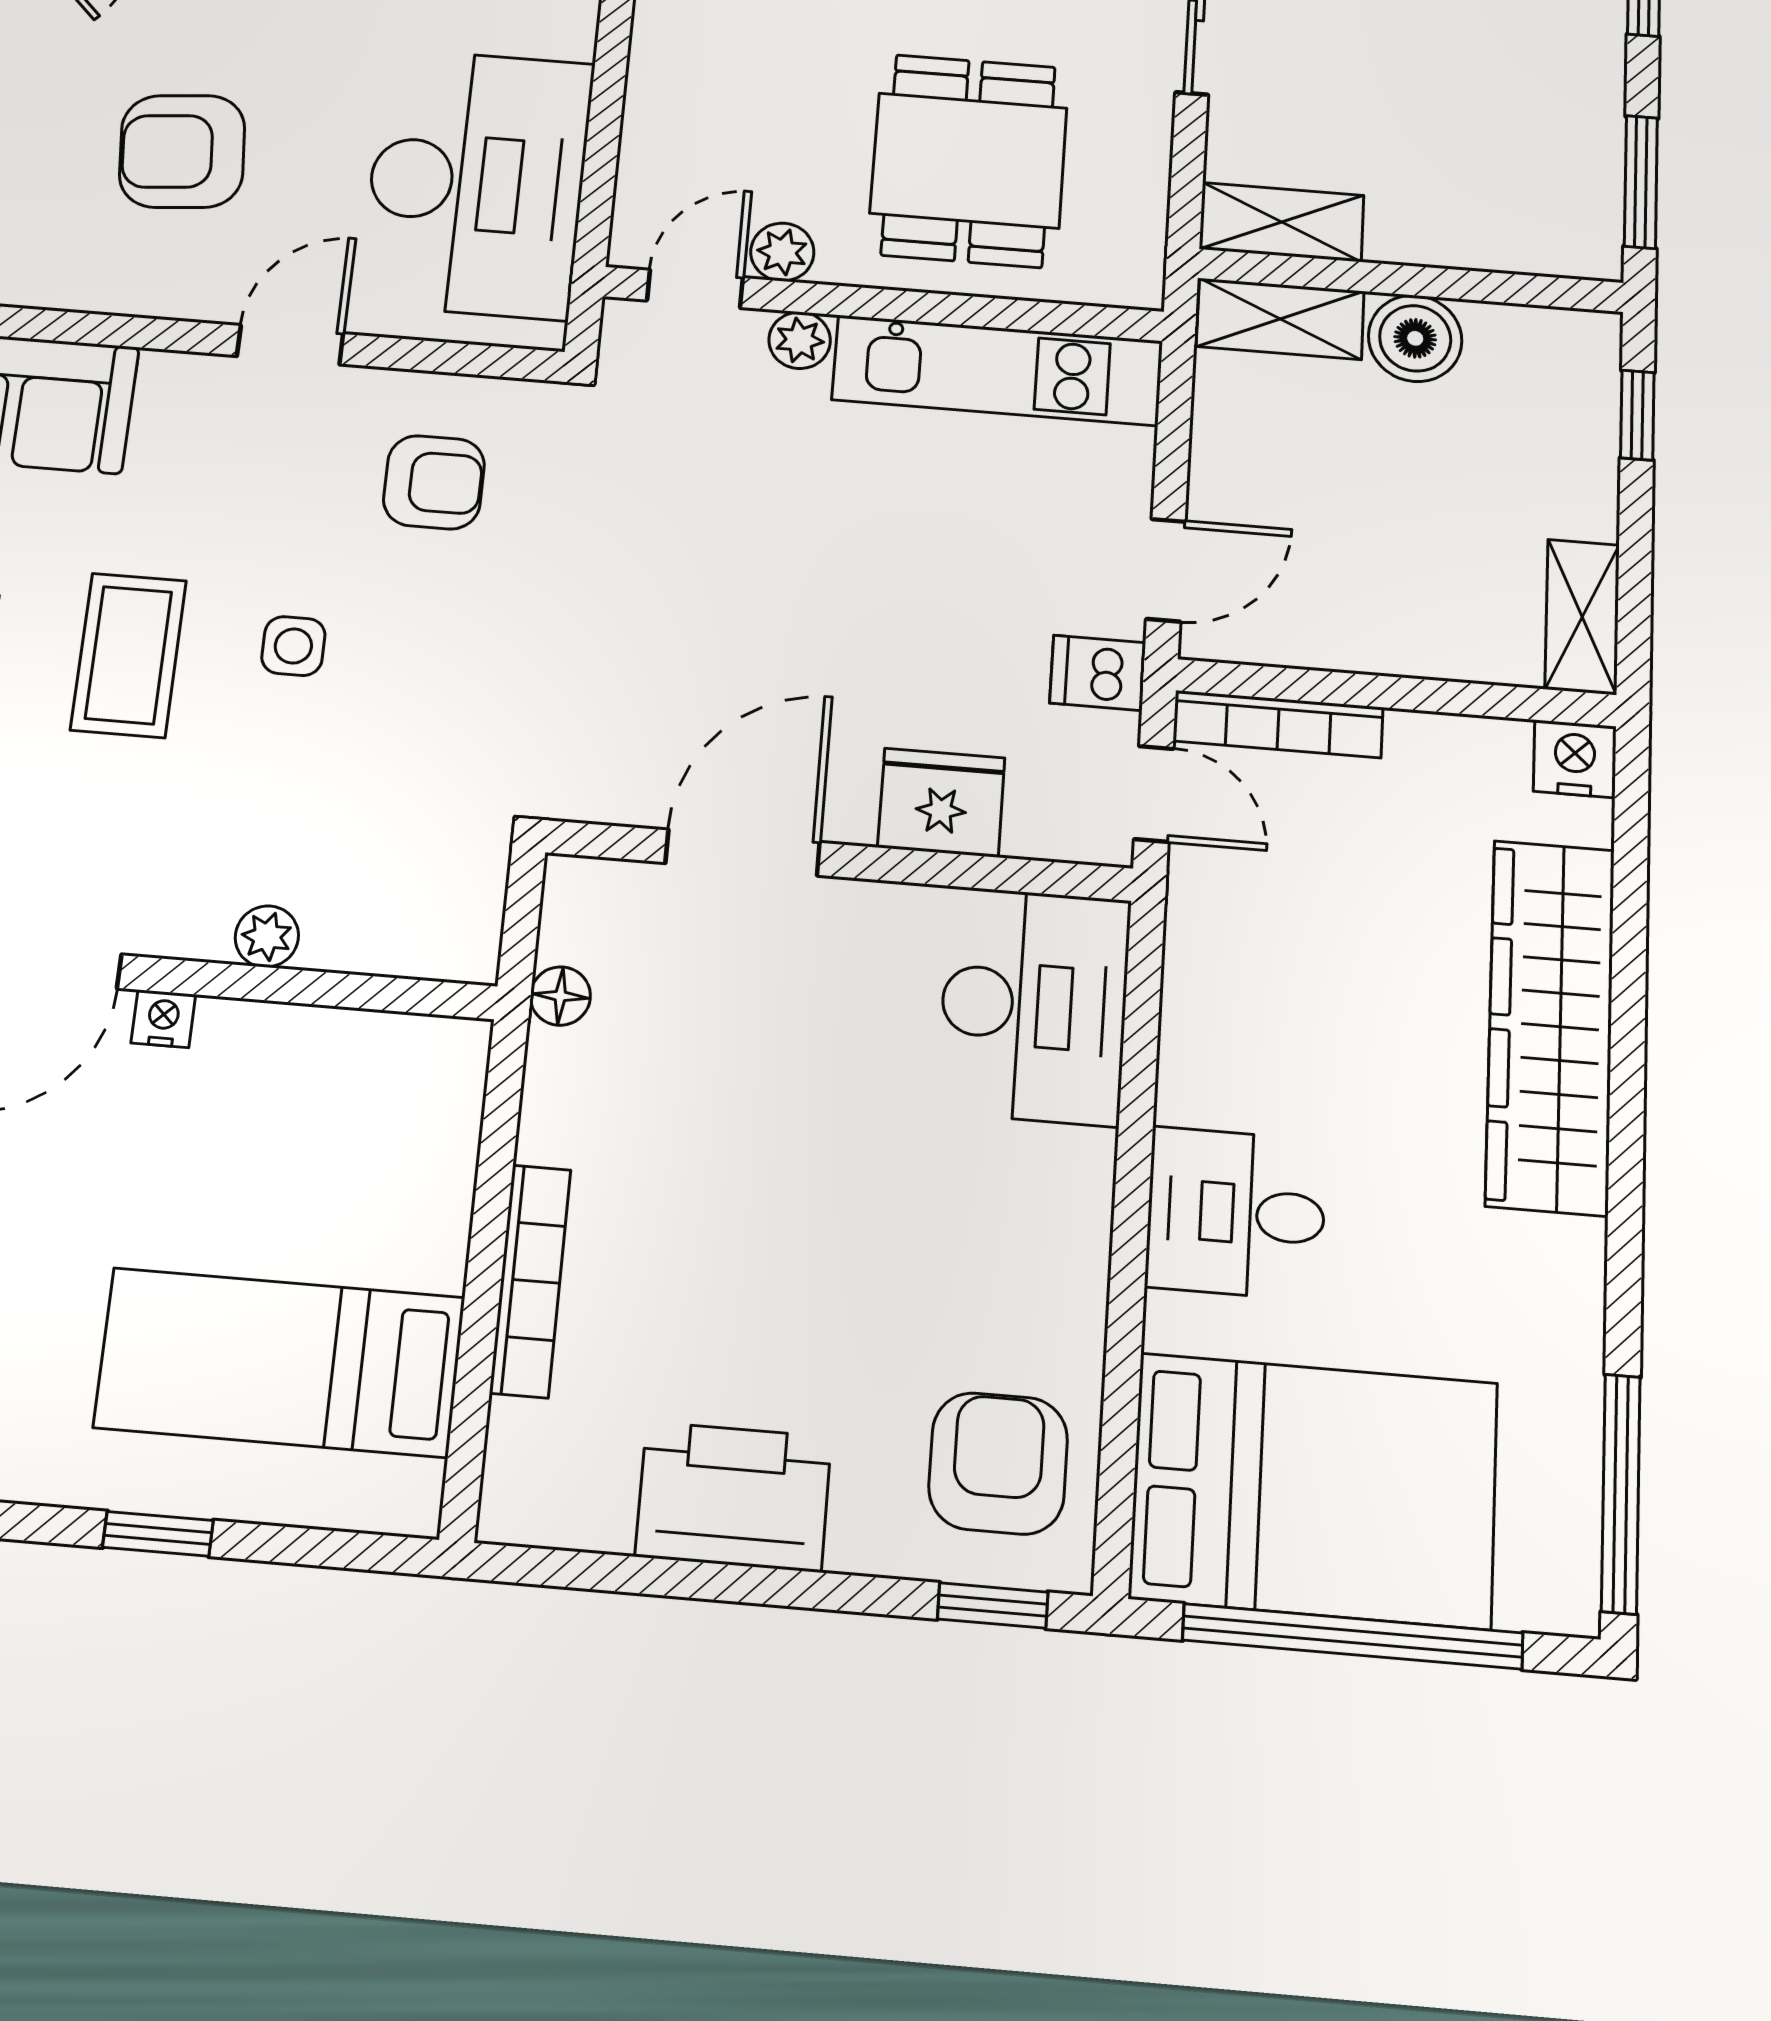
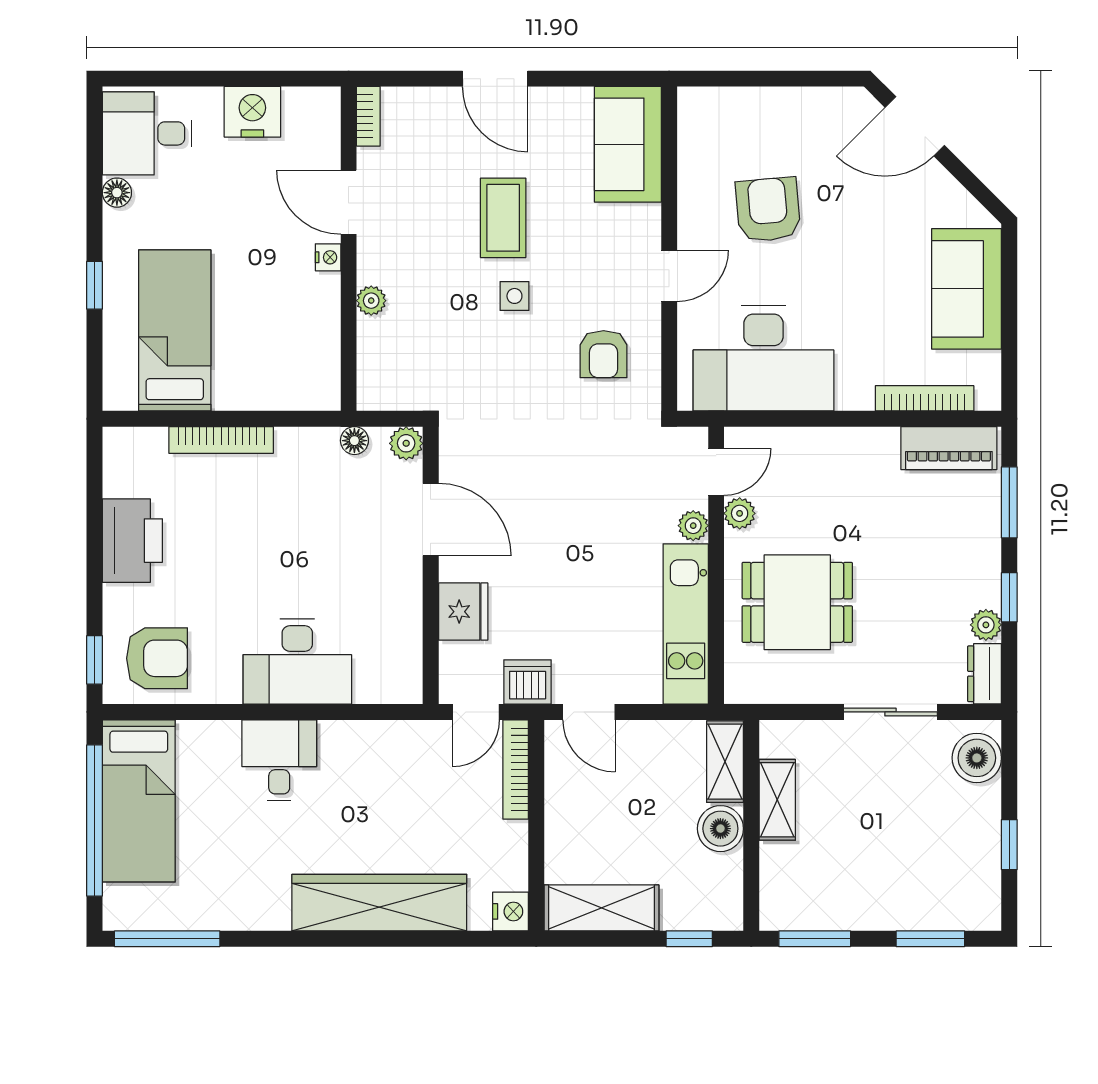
shelving: (1282, 222) -> (777, 800), moved
door: (695, 289) -> (716, 472), hinge flipped
door: (290, 345) -> (669, 276), hinge flipped
shelving: (1582, 617) -> (602, 908), width x1.50, depth x1.33
coffee table: (128, 655) -> (503, 218), turned 90
dishwasher: (1098, 673) -> (528, 682), width x1.38
plant: (577, 889) -> (406, 443), added
desk: (1034, 1006) -> (297, 661), moved
bed: (1314, 1490) -> (139, 801), width x0.67

